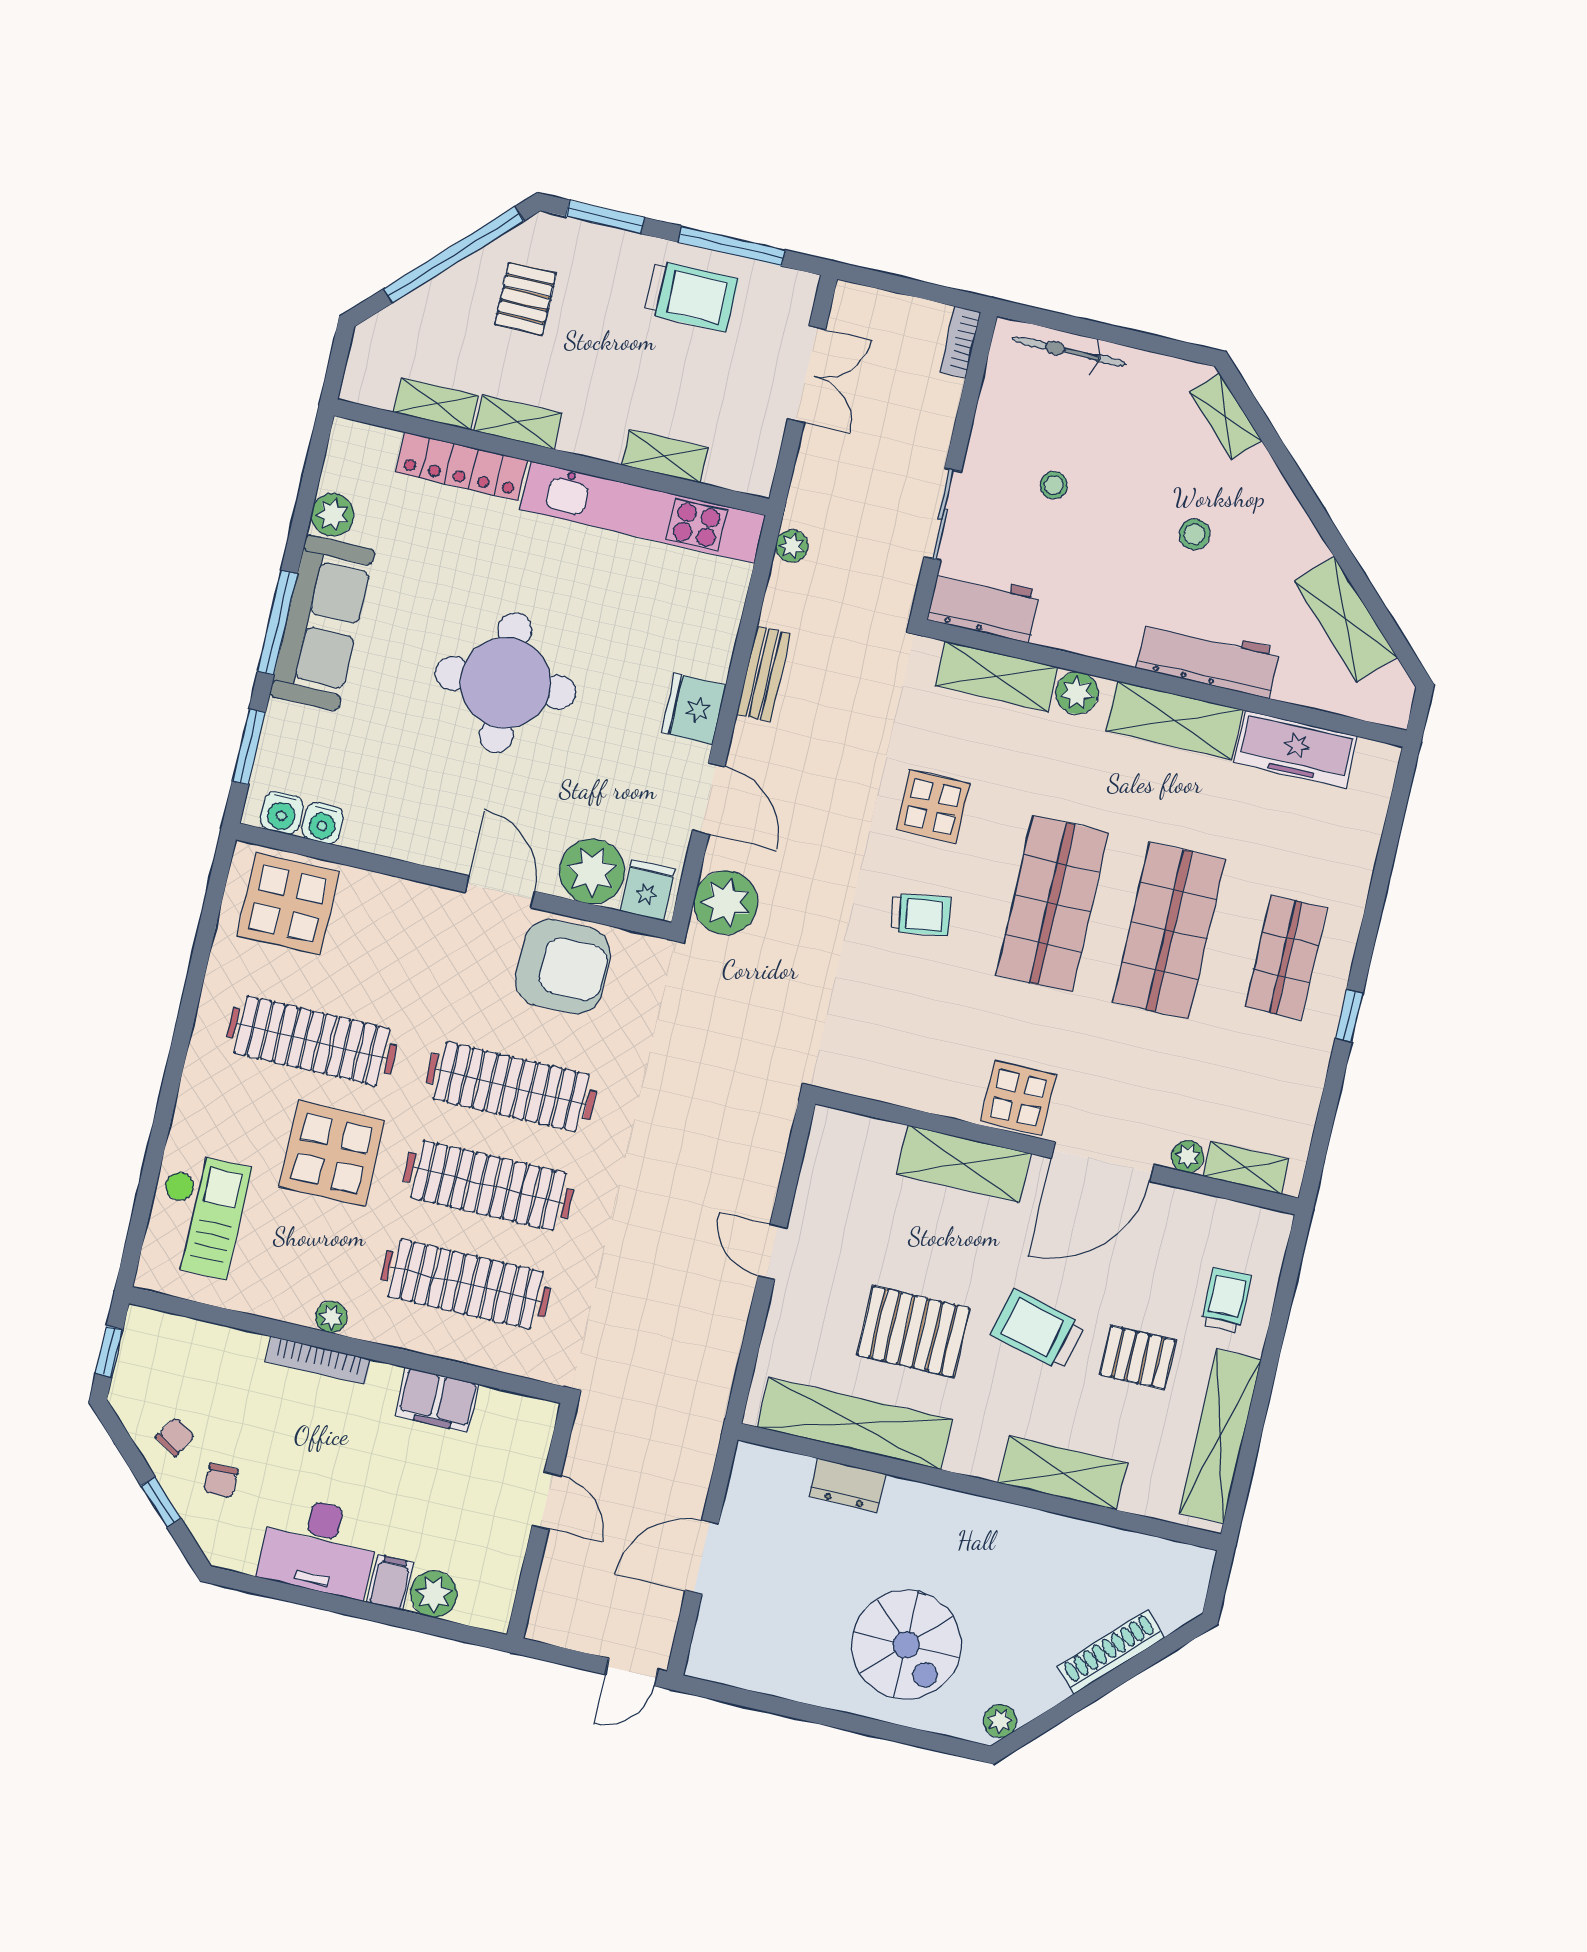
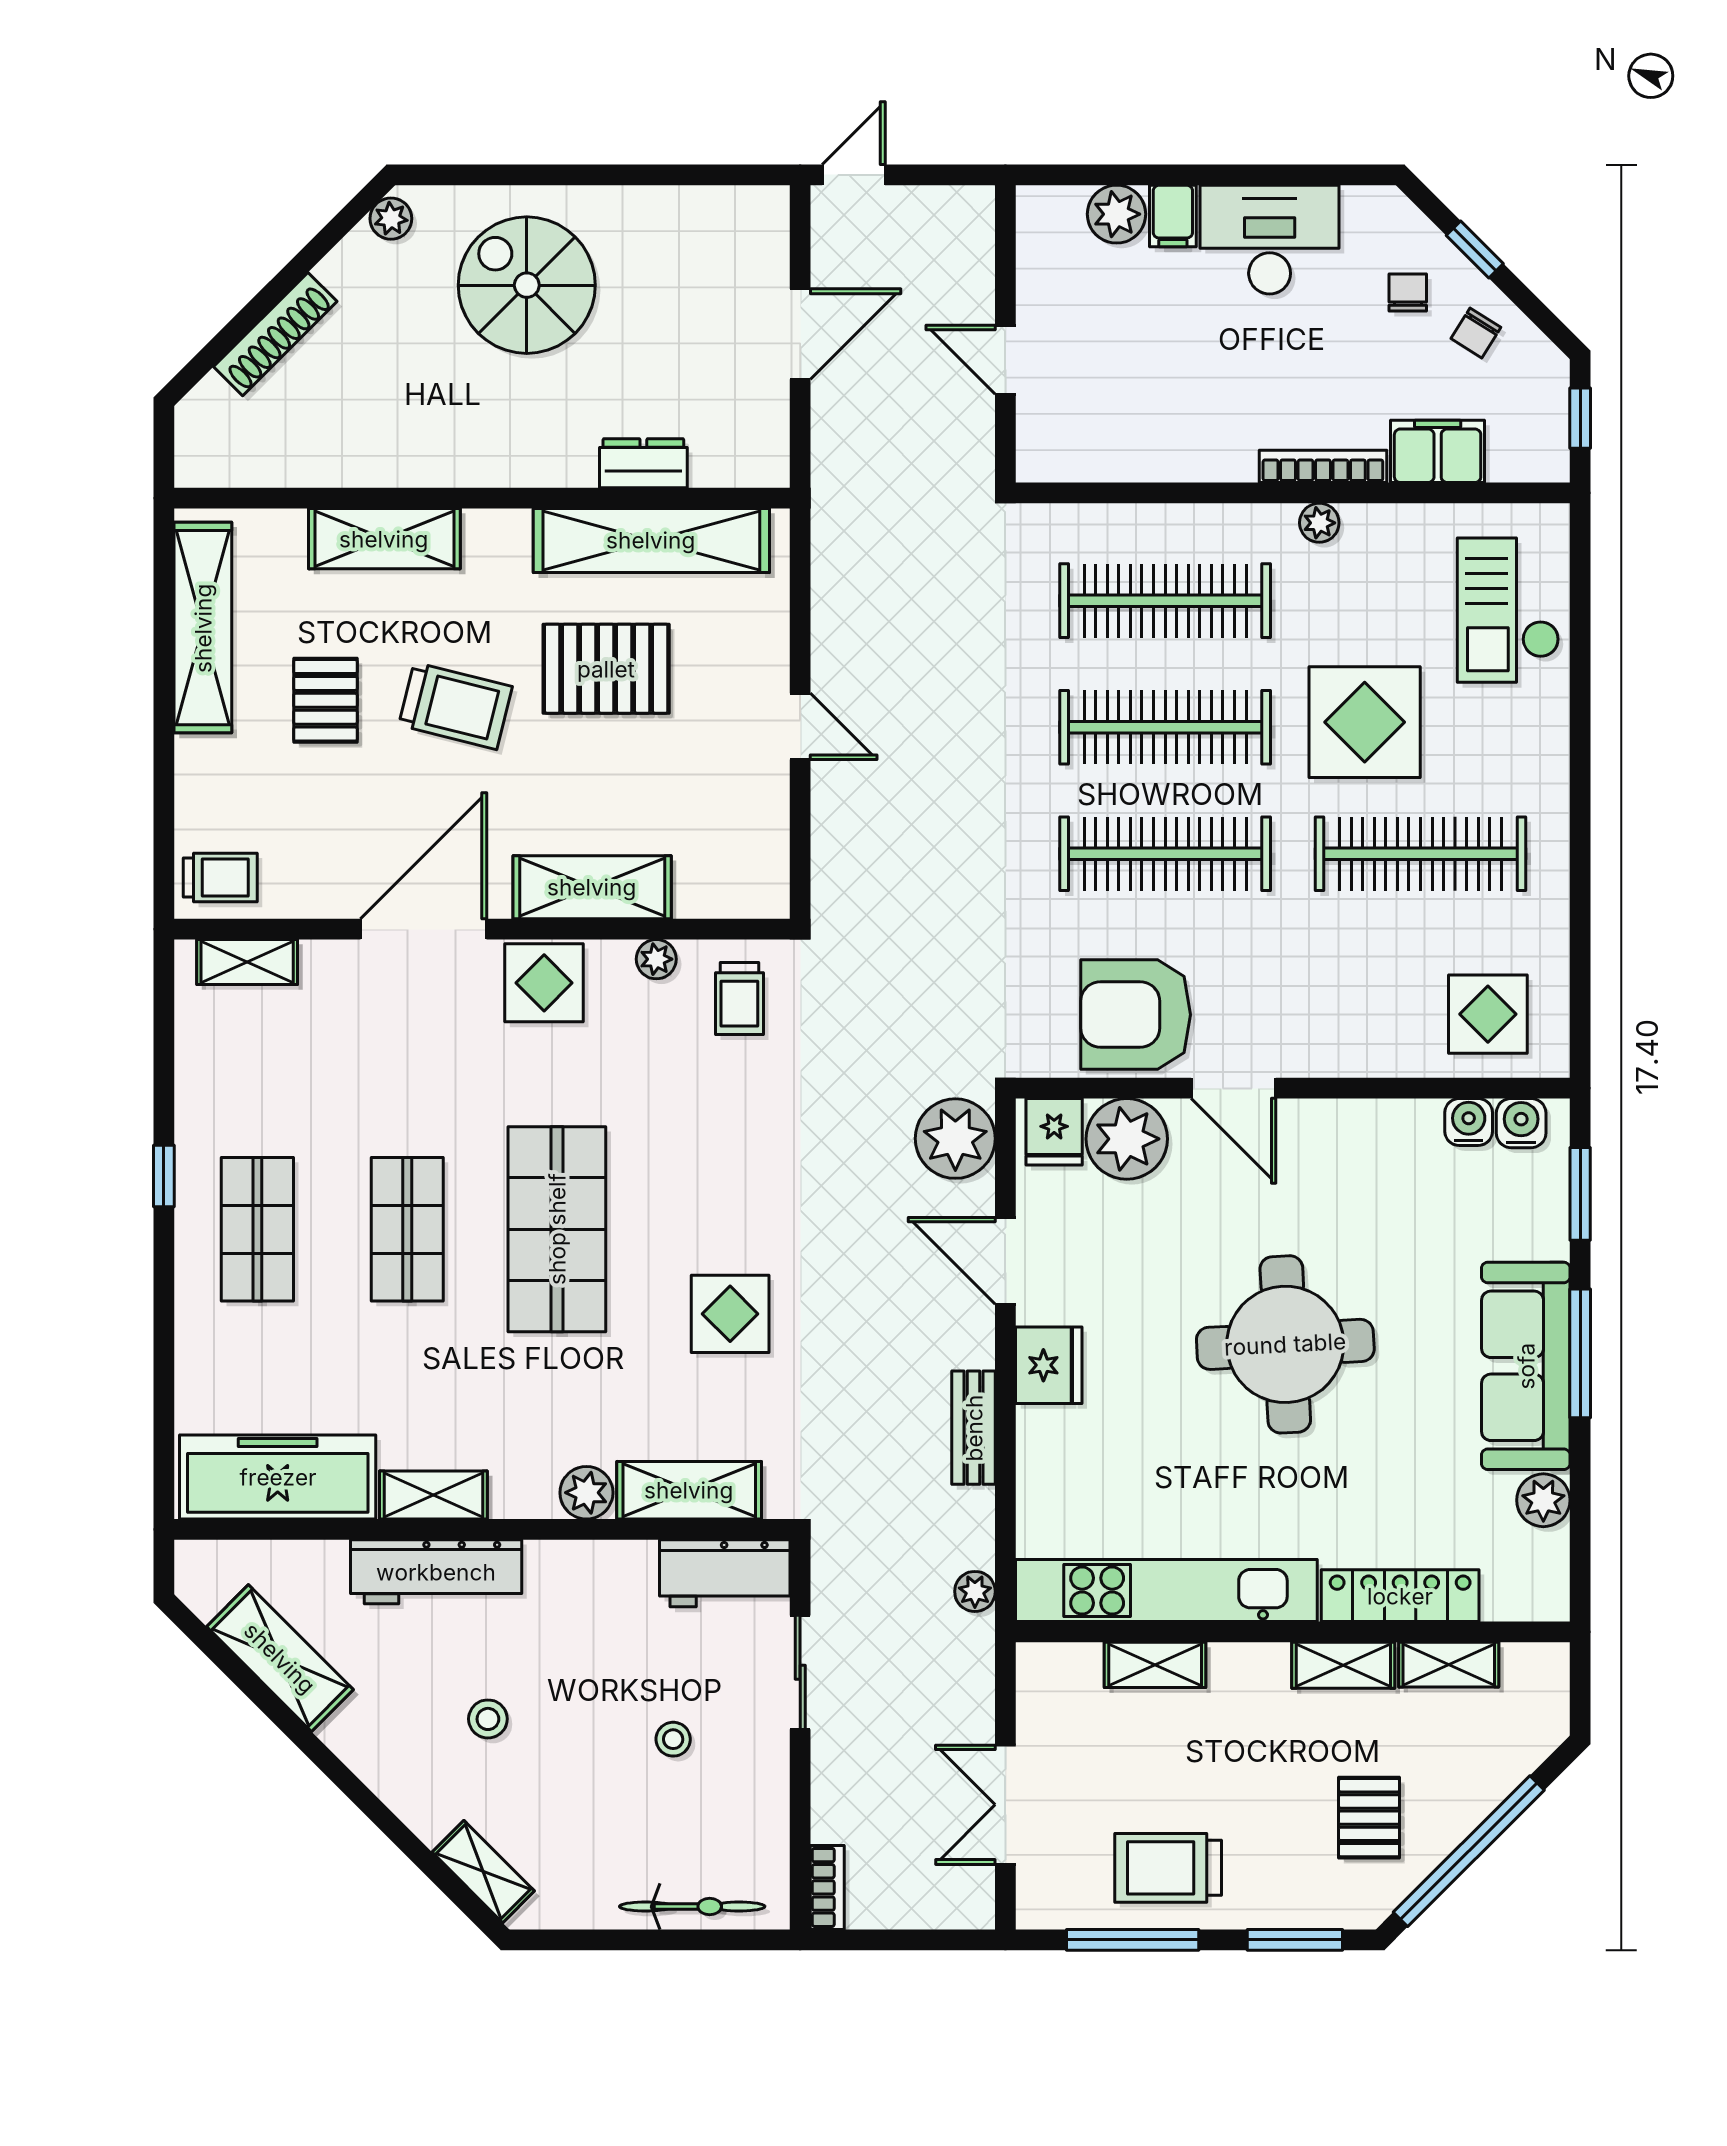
shelving: (1174, 720) -> (433, 1495), width x0.67, depth x0.75
freezer: (1296, 749) -> (278, 1477), width x1.36, depth x1.26
display table: (288, 904) -> (1488, 1014), width x0.73, depth x0.73
trolley: (920, 915) -> (739, 999), moved, turned -81
shop shelf: (1169, 931) -> (407, 1229), width x0.70, depth x0.74
plant: (1188, 1156) -> (656, 959), moved
trolley: (1226, 1300) -> (220, 878), moved, turned -90
pallet: (1138, 1357) -> (325, 700), turned 90
filing cabinet: (437, 1400) -> (1438, 451), moved

